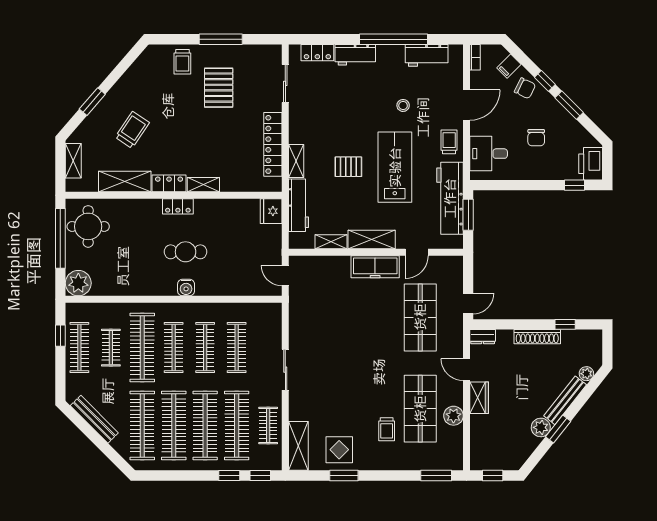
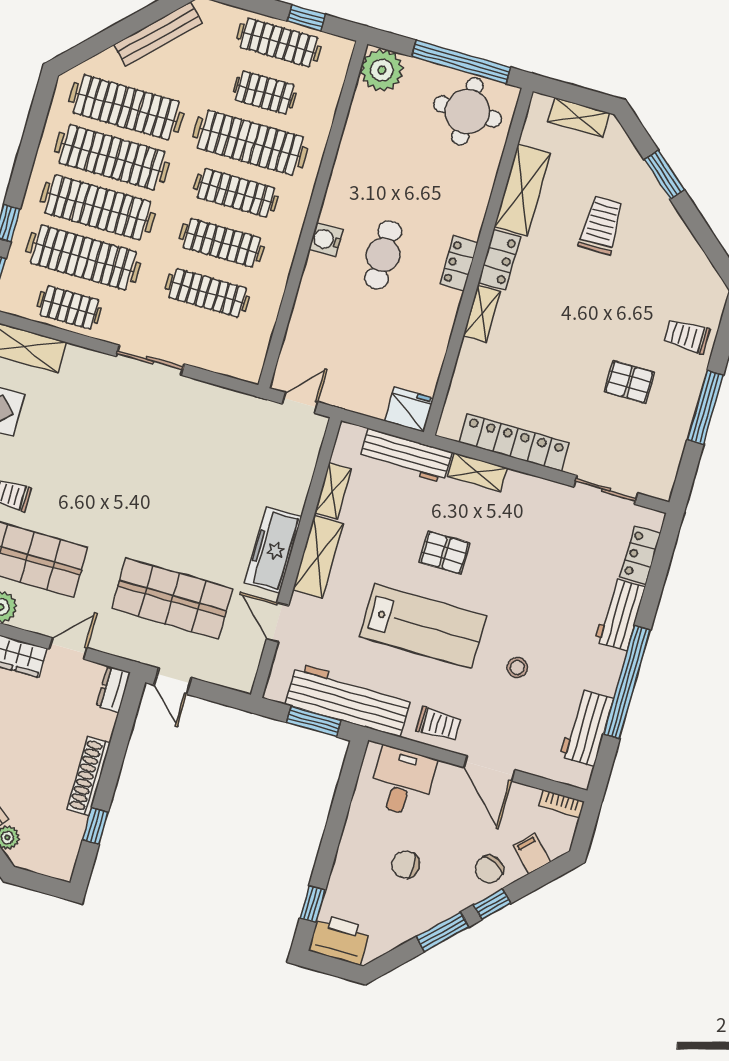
pallet: (219, 88) -> (629, 382), width x0.67, depth x0.71
trolley: (132, 130) -> (601, 225), turned -124
pallet: (348, 167) -> (445, 553), turned 90

